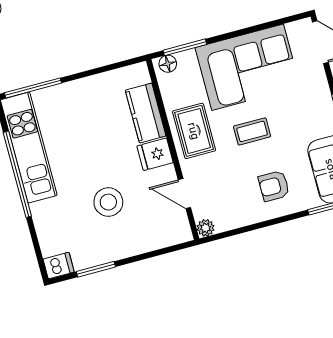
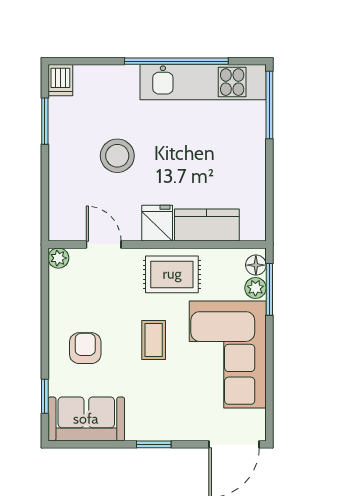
plant: (187, 59) -> (255, 288), added
door: (184, 194) -> (104, 244), hinge flipped

